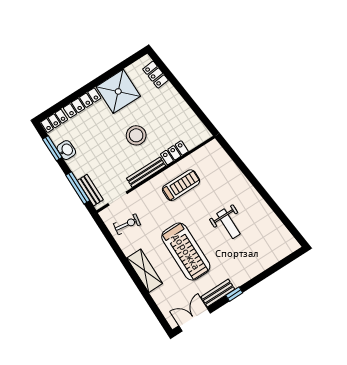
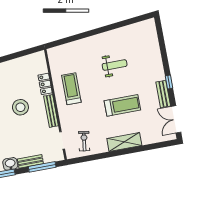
bench: (90, 190) -> (30, 161), moved
treadmill: (186, 252) -> (122, 105), width x0.73, depth x0.73

